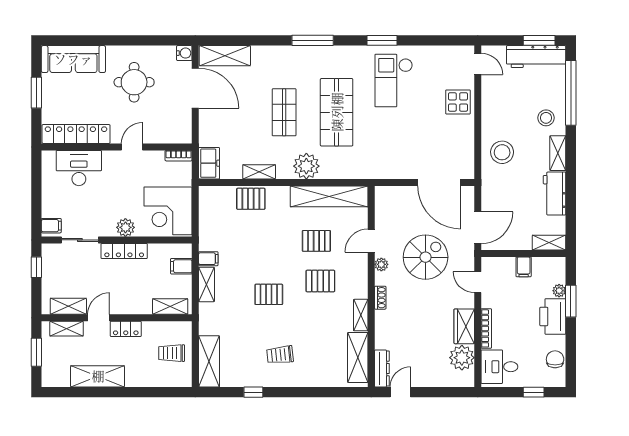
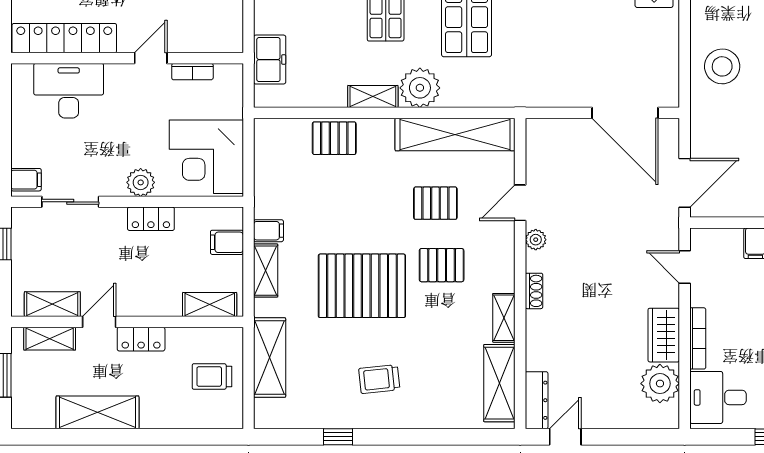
bookcase: (179, 156) -> (192, 72), moved
freezer: (209, 163) -> (270, 60), moved
shelving: (259, 172) -> (373, 97), moved
locker: (124, 251) -> (151, 219), width x0.66
spiral stairs: (426, 257) -> (604, 228), removed
pallet: (269, 294) -> (362, 286), width x2.05, depth x2.00
shelving: (209, 361) -> (270, 358), moved

